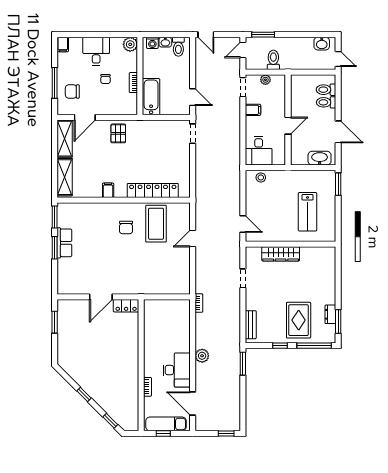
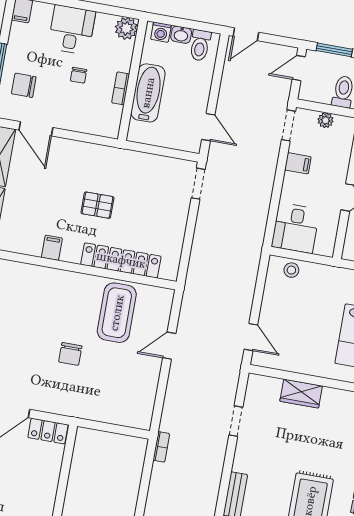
door: (206, 35) -> (246, 34), hinge flipped
bathtub: (151, 97) -> (148, 93), moved
door: (85, 117) -> (36, 129), hinge flipped
pallet: (118, 133) -> (97, 205), moved, turned 90
chair: (126, 227) -> (70, 354), moved
wardrobe: (281, 254) -> (301, 394), width x0.67

